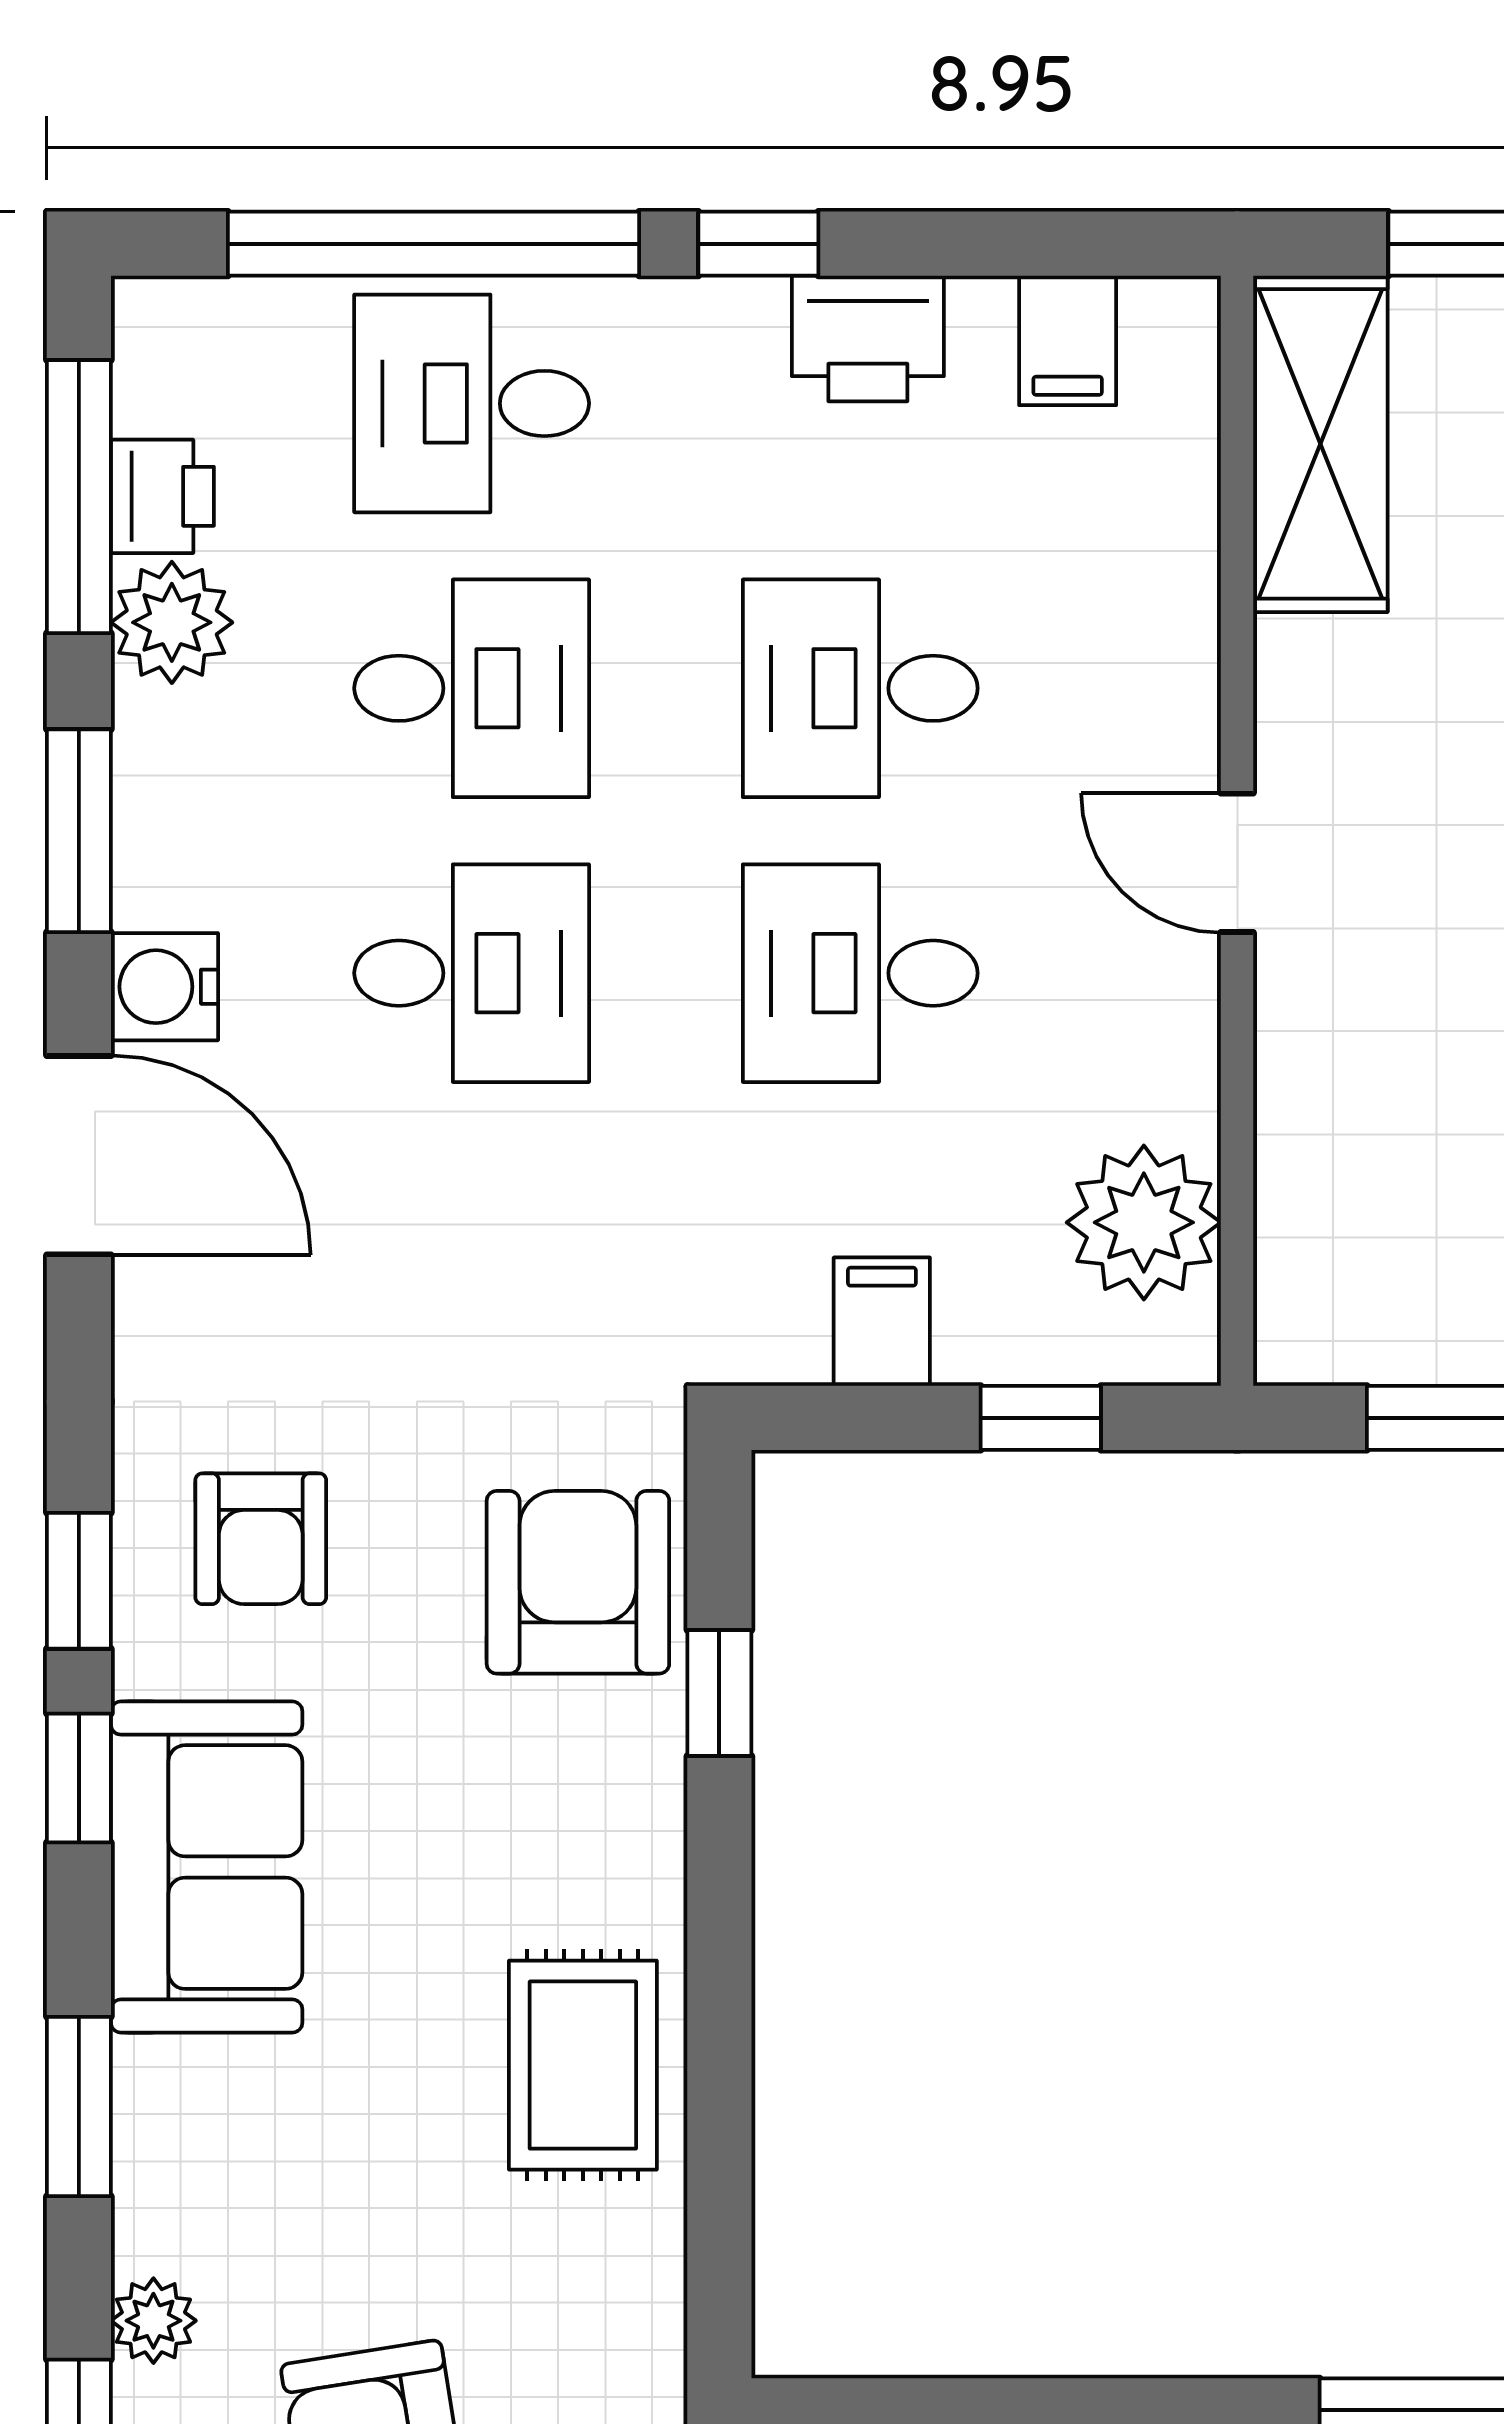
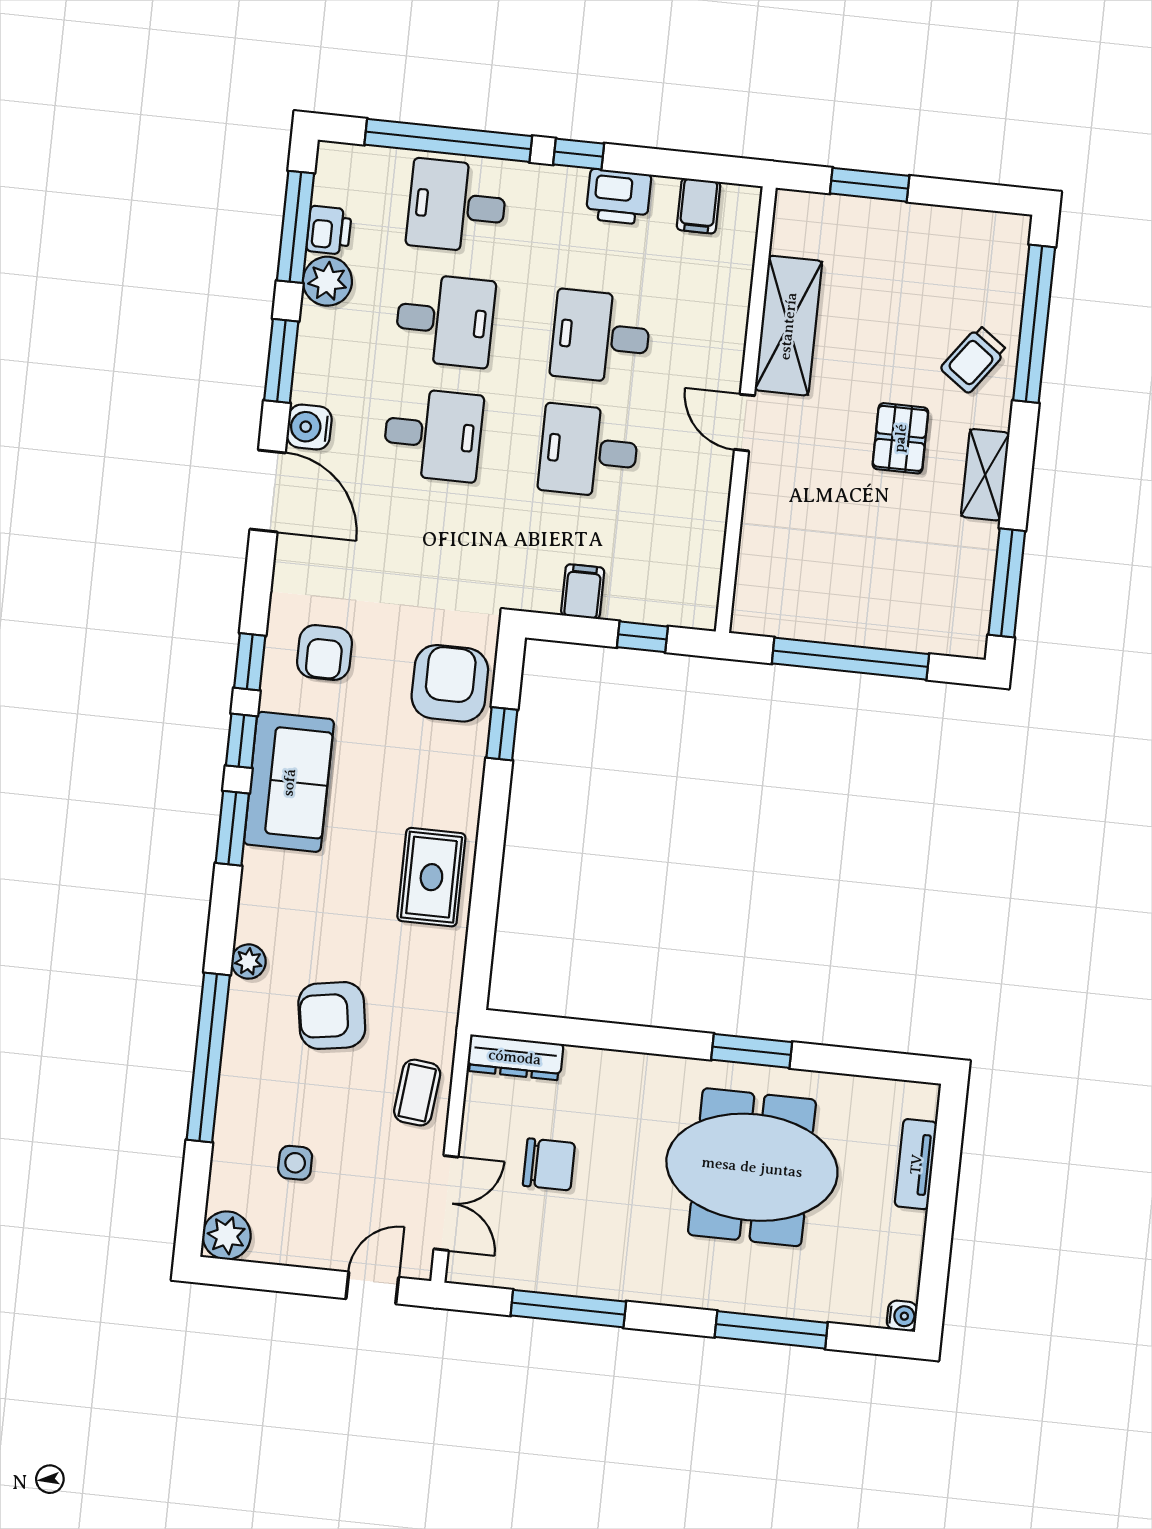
shelving: (1320, 444) -> (788, 326), moved
plant: (1144, 1222) -> (692, 563), removed
window: (79, 2106) -> (232, 828), moved

